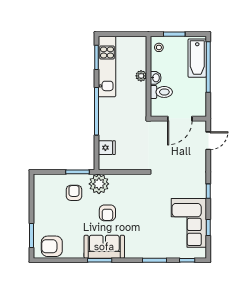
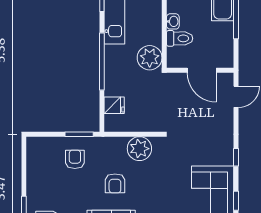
plant: (141, 76) -> (150, 58), moved, width x1.87, depth x1.87
door: (180, 119) -> (202, 70), hinge flipped
plant: (99, 184) -> (139, 149), moved

